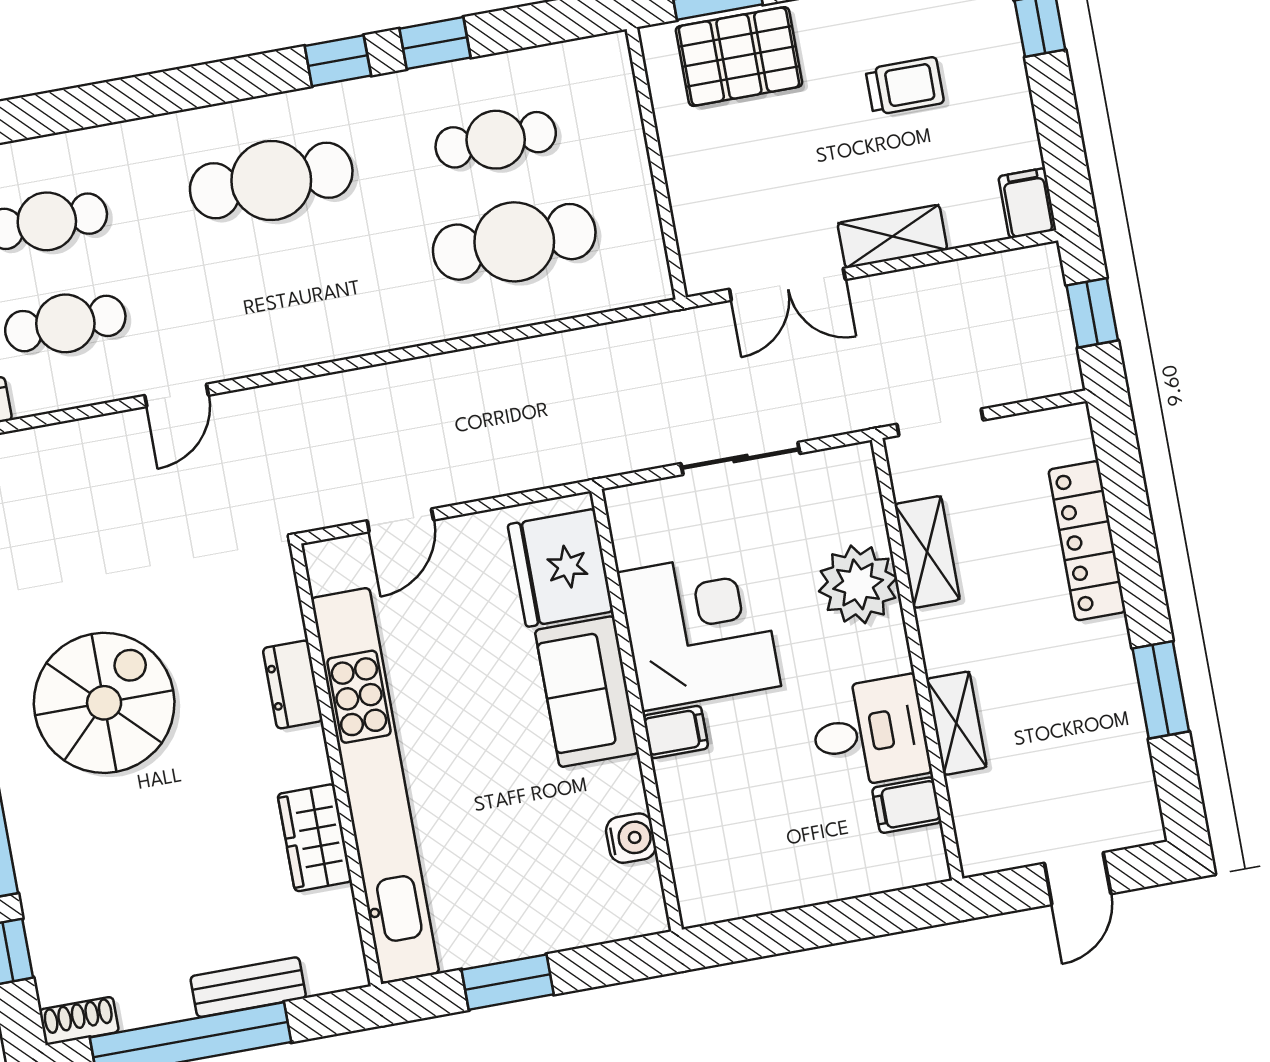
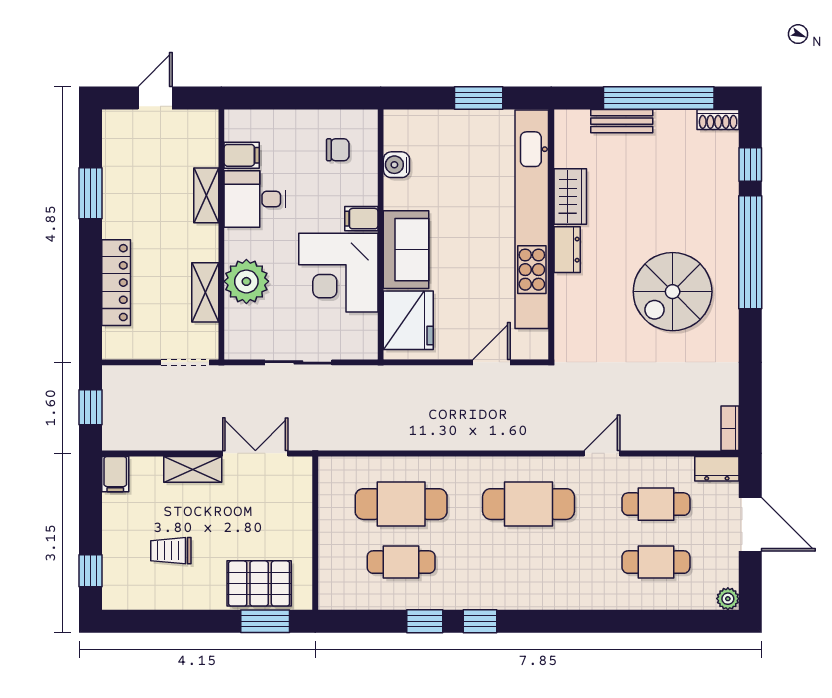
cafe table: (271, 181) -> (529, 504), moved
dresser: (293, 685) -> (567, 250), moved
chair: (739, 846) -> (338, 150), added

